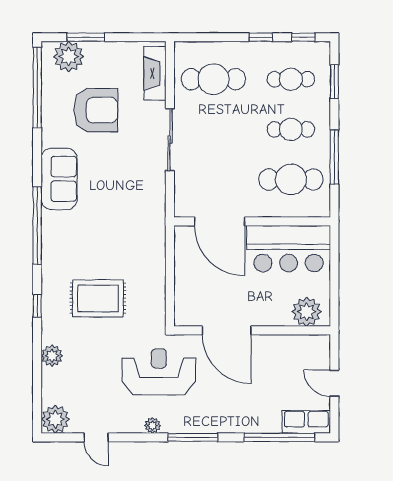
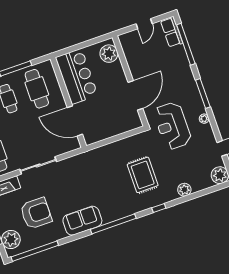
armchair: (96, 110) -> (36, 213), turned 90
door: (220, 221) -> (75, 121), swing flipped

